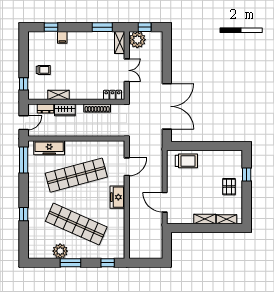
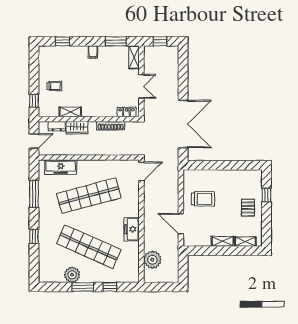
filing cabinet: (62, 37) -> (93, 52), moved
plant: (137, 40) -> (152, 260), moved
window: (24, 160) -> (34, 194), moved
trolley: (186, 161) -> (203, 199), moved
door: (127, 167) -> (141, 171), moved
freezer: (117, 197) -> (132, 229), moved
window: (108, 263) -> (110, 287), moved

